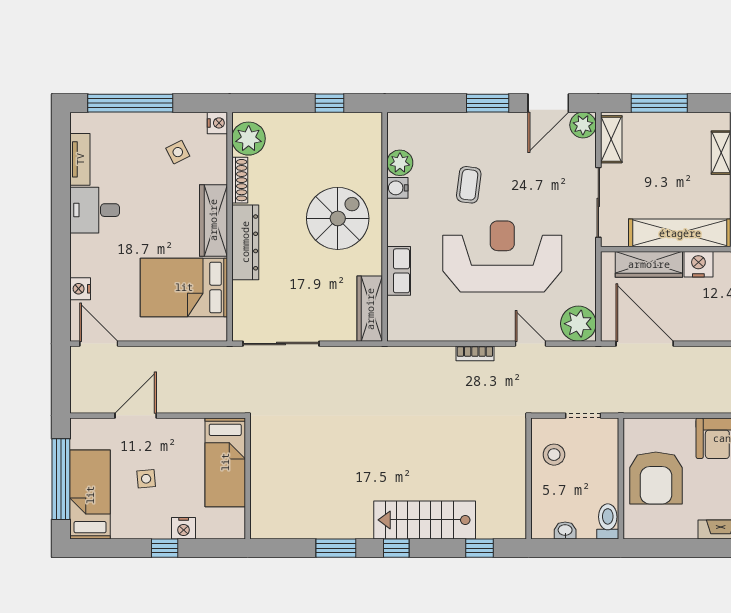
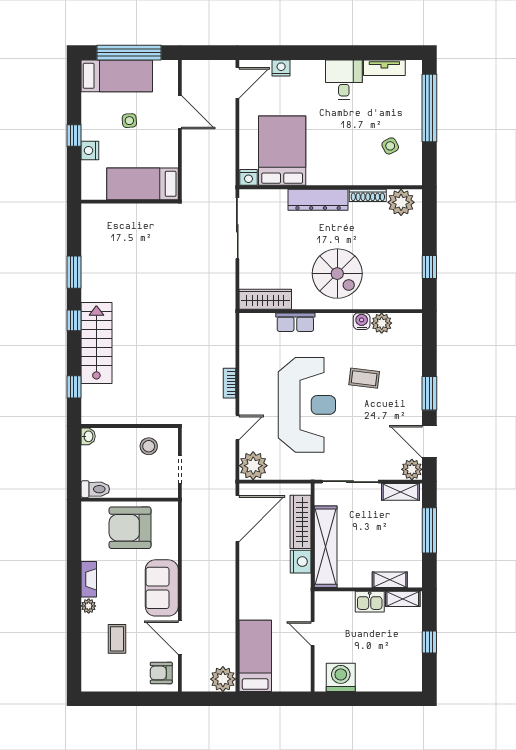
nightstand: (217, 123) -> (248, 177), moved
wardrobe: (213, 220) -> (336, 174), removed
washbasin: (565, 530) -> (88, 436), moved

